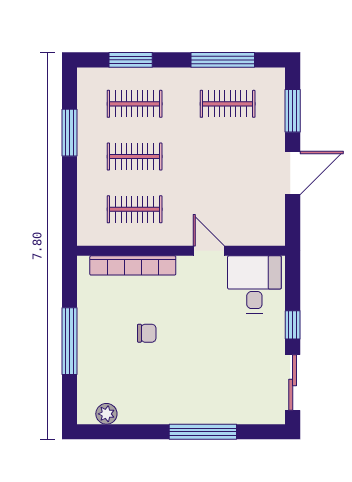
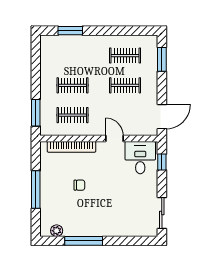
window: (223, 60) -> (122, 31), removed
clothes rail: (135, 104) -> (125, 85), moved
window: (69, 133) -> (36, 113), moved
door: (293, 173) -> (162, 117), moved
window: (293, 325) -> (162, 162), moved
window: (203, 432) -> (84, 241), moved

